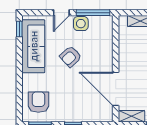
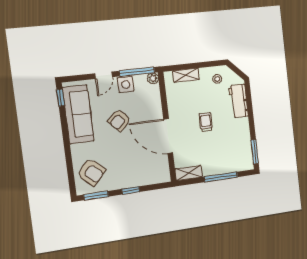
plant: (108, 21) -> (153, 78), added
door: (116, 89) -> (168, 136), moved
armchair: (38, 102) -> (91, 172), turned 133

